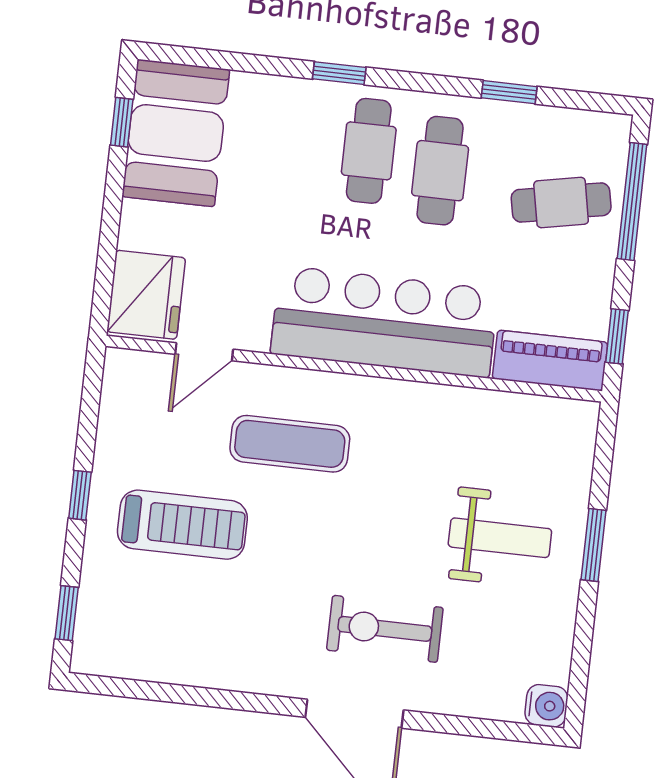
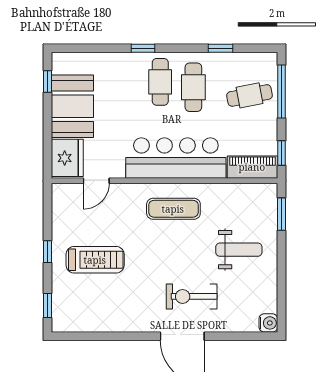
booth: (176, 133) -> (72, 106), moved
exercise mat: (290, 444) -> (173, 209), moved
window: (594, 545) -> (281, 214), moved

